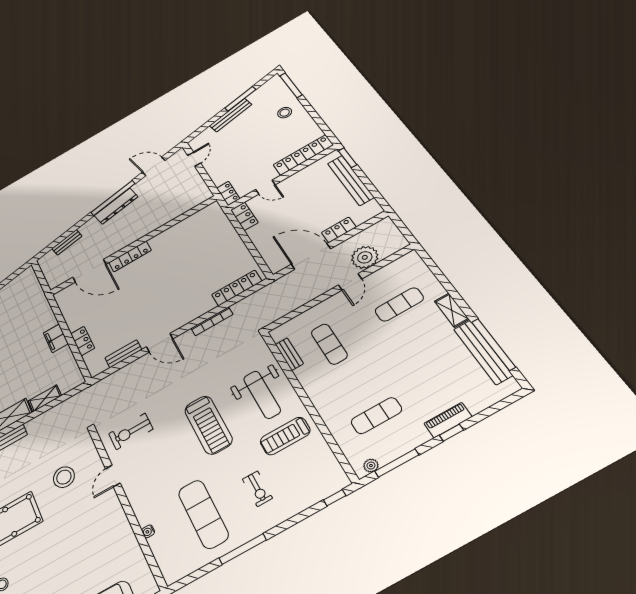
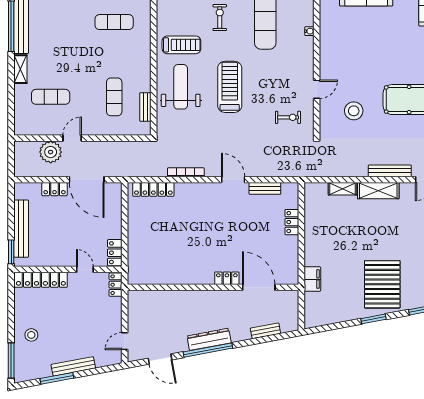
locker: (130, 256) -> (227, 278), width x0.66
filing cabinet: (56, 338) -> (312, 279), moved
exercise bike: (131, 431) -> (288, 117), width x0.73, depth x0.72

